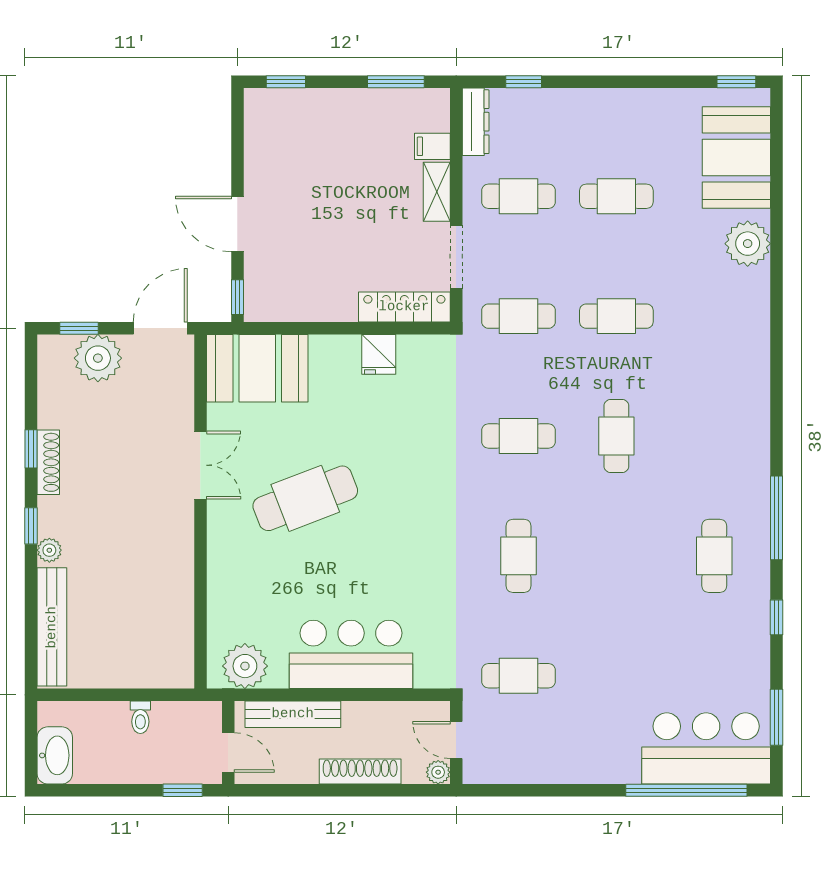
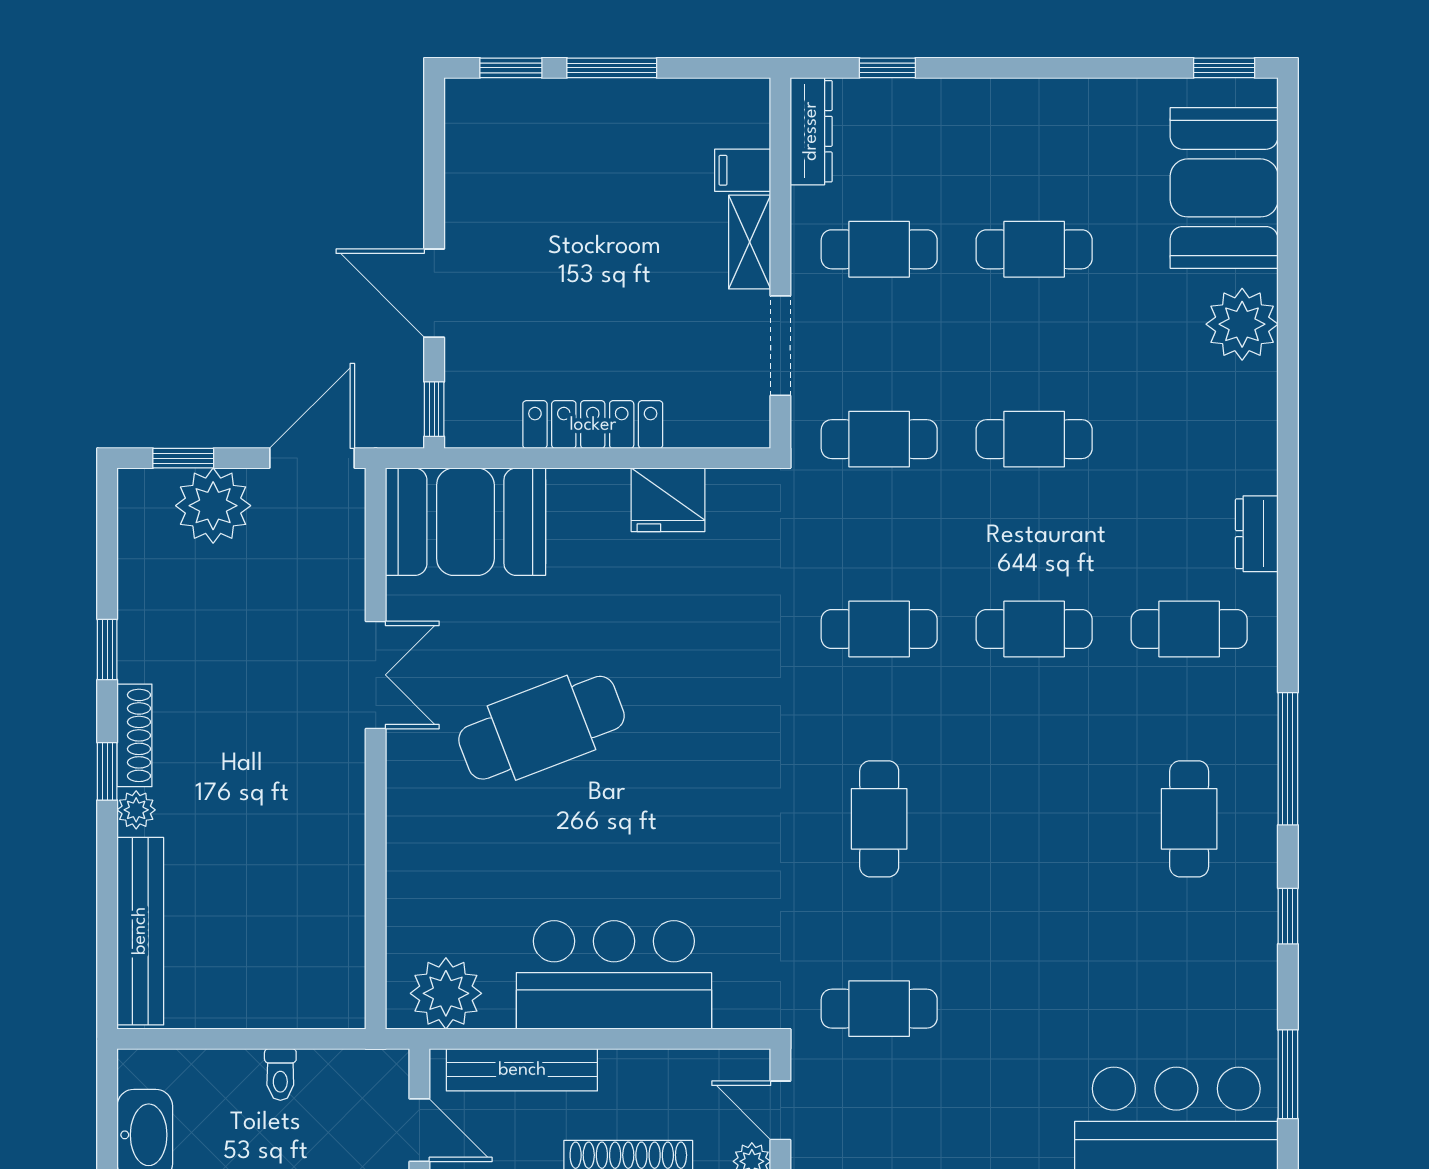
window: (396, 82) -> (612, 68), moved
locker: (404, 307) -> (593, 425), moved
fridge: (379, 354) -> (668, 500), width x1.38
dresser: (757, 376) -> (1257, 534), added
cafe table: (616, 436) -> (1034, 629), turned 90
cafe table: (714, 436) -> (1189, 629), added
shoe rack: (48, 462) -> (134, 735), moved

